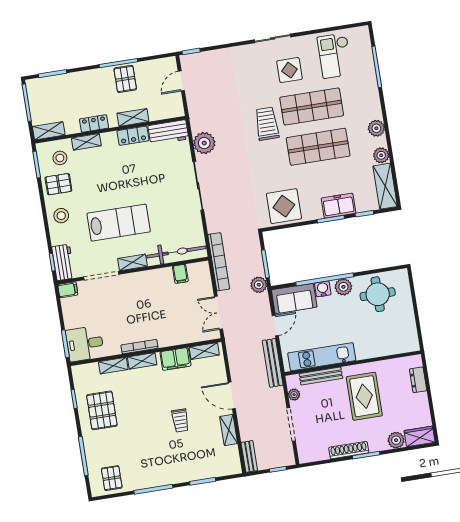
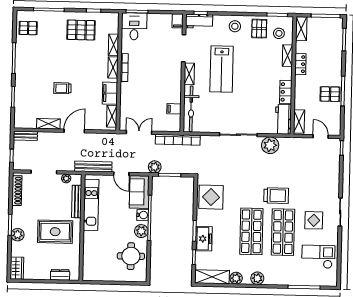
shelving: (133, 117) -> (299, 122), moved
plant: (396, 440) -> (18, 235), moved
shoe rack: (349, 450) -> (17, 191), moved

